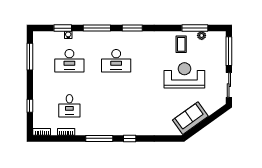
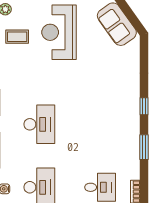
window: (99, 138) -> (144, 147), width x0.69

